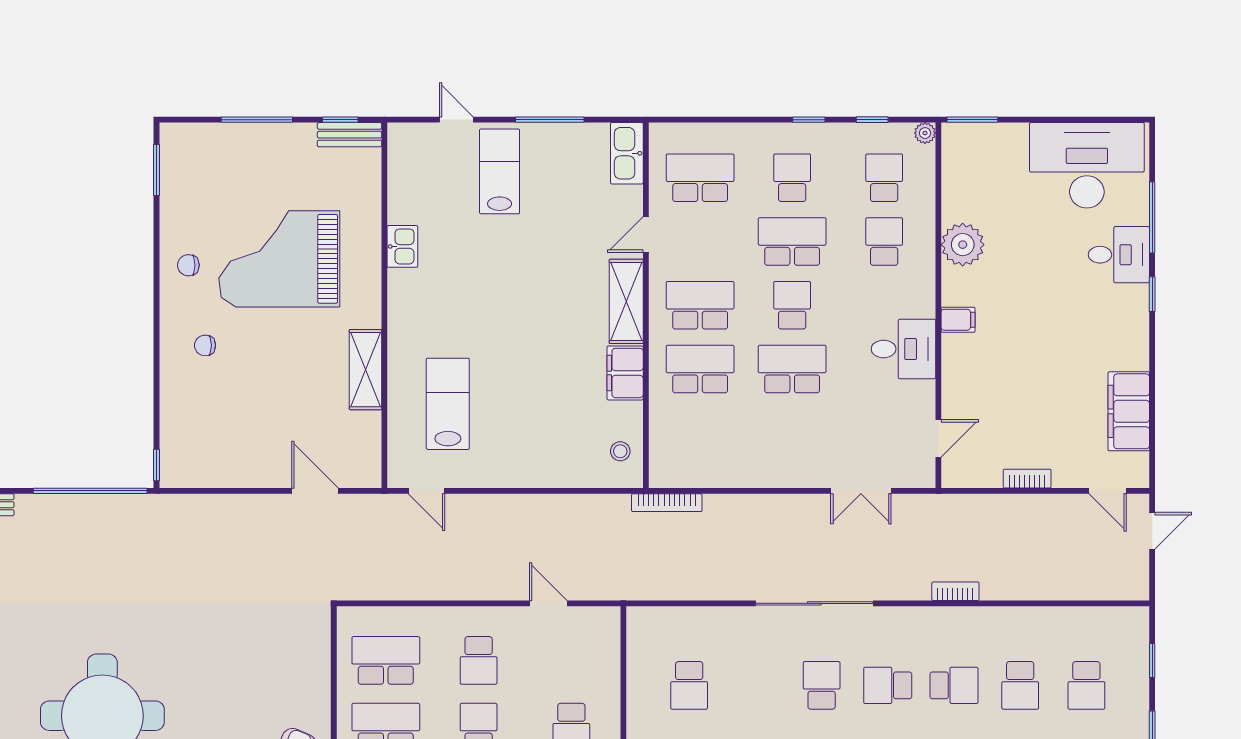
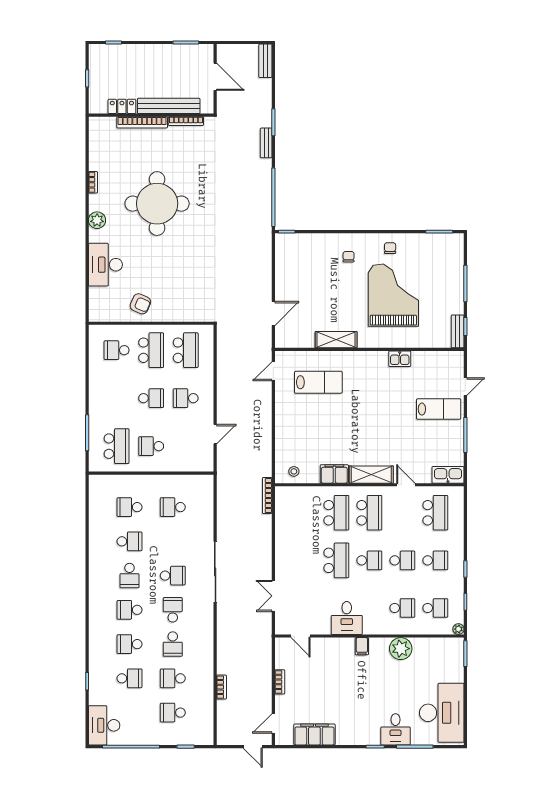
school desk: (792, 241) -> (402, 560), width x0.54
bookcase: (955, 591) -> (221, 687), moved

